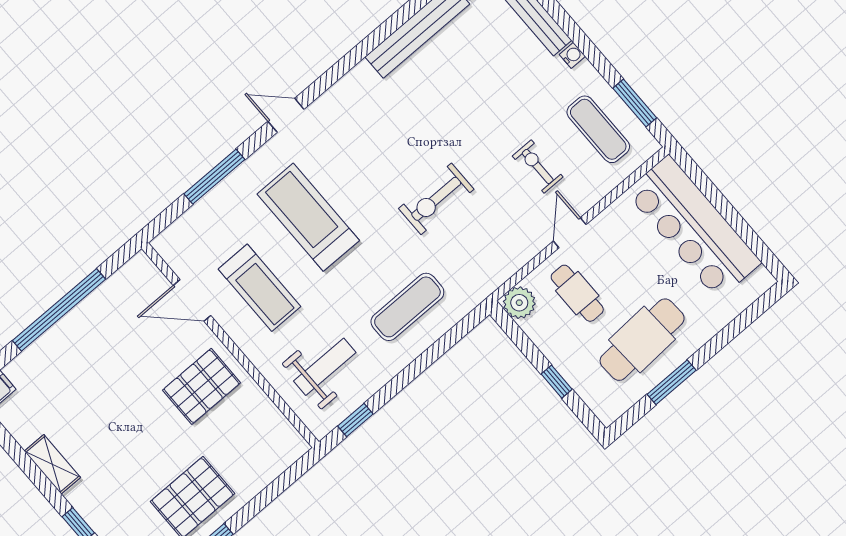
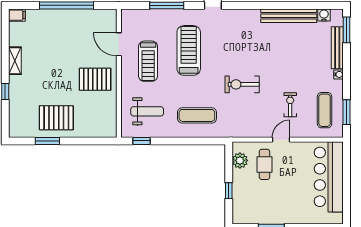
plant: (519, 303) -> (240, 160), moved
cafe table: (642, 340) -> (274, 202), removed

